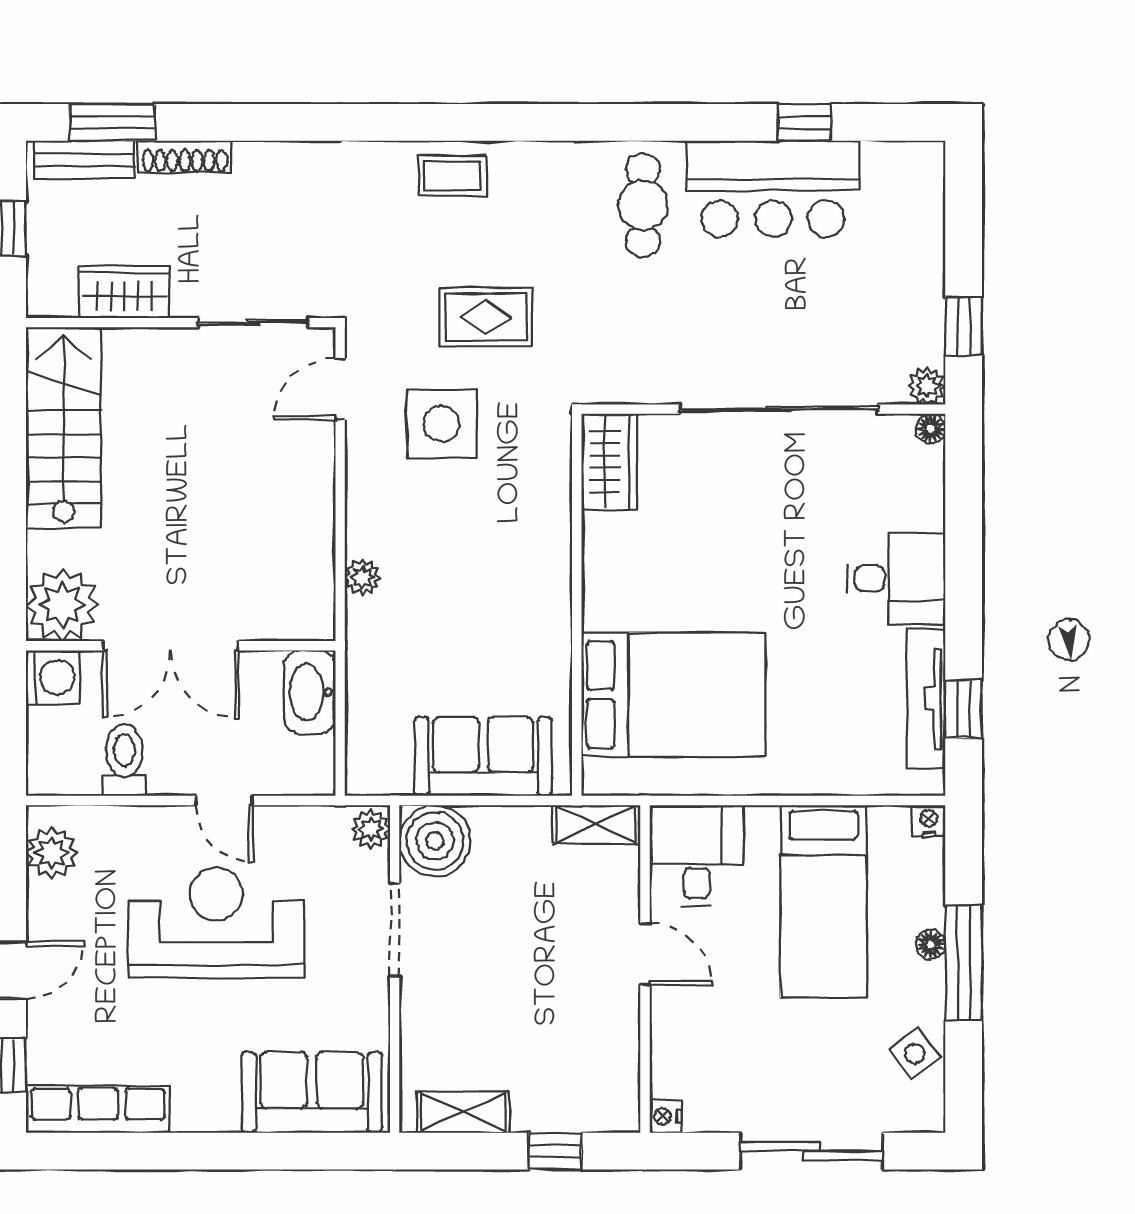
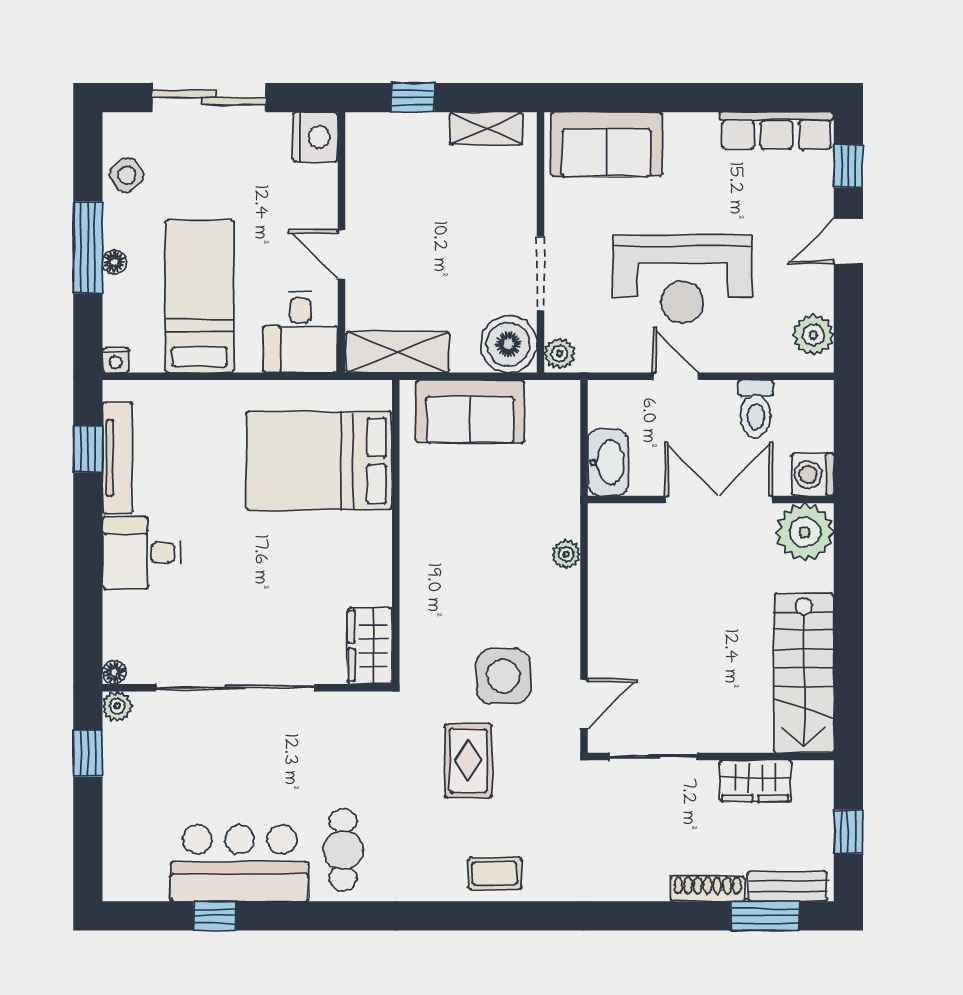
rug: (486, 317) -> (468, 761), turned 90
shelving: (596, 824) -> (398, 352), width x1.50, depth x1.33
nightstand: (665, 1116) -> (315, 137), width x1.89, depth x1.79

